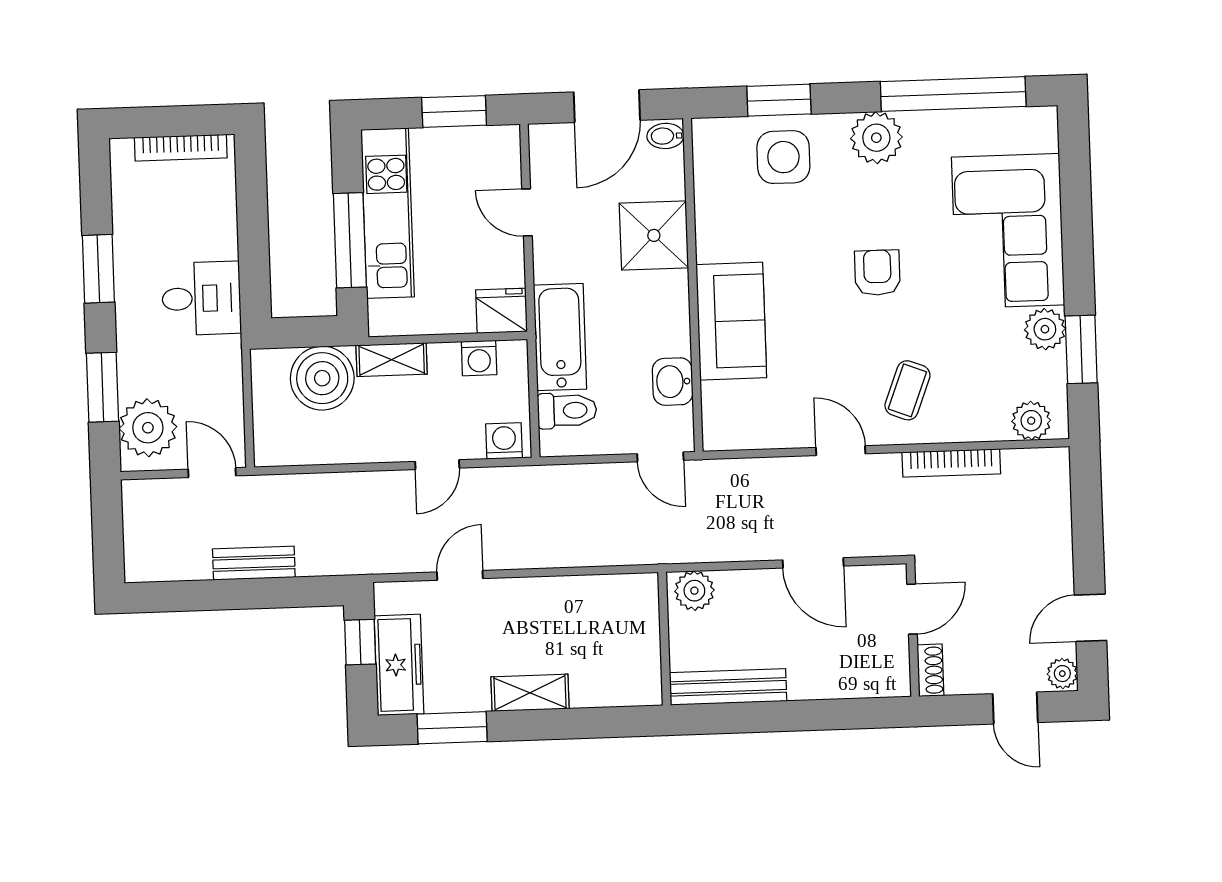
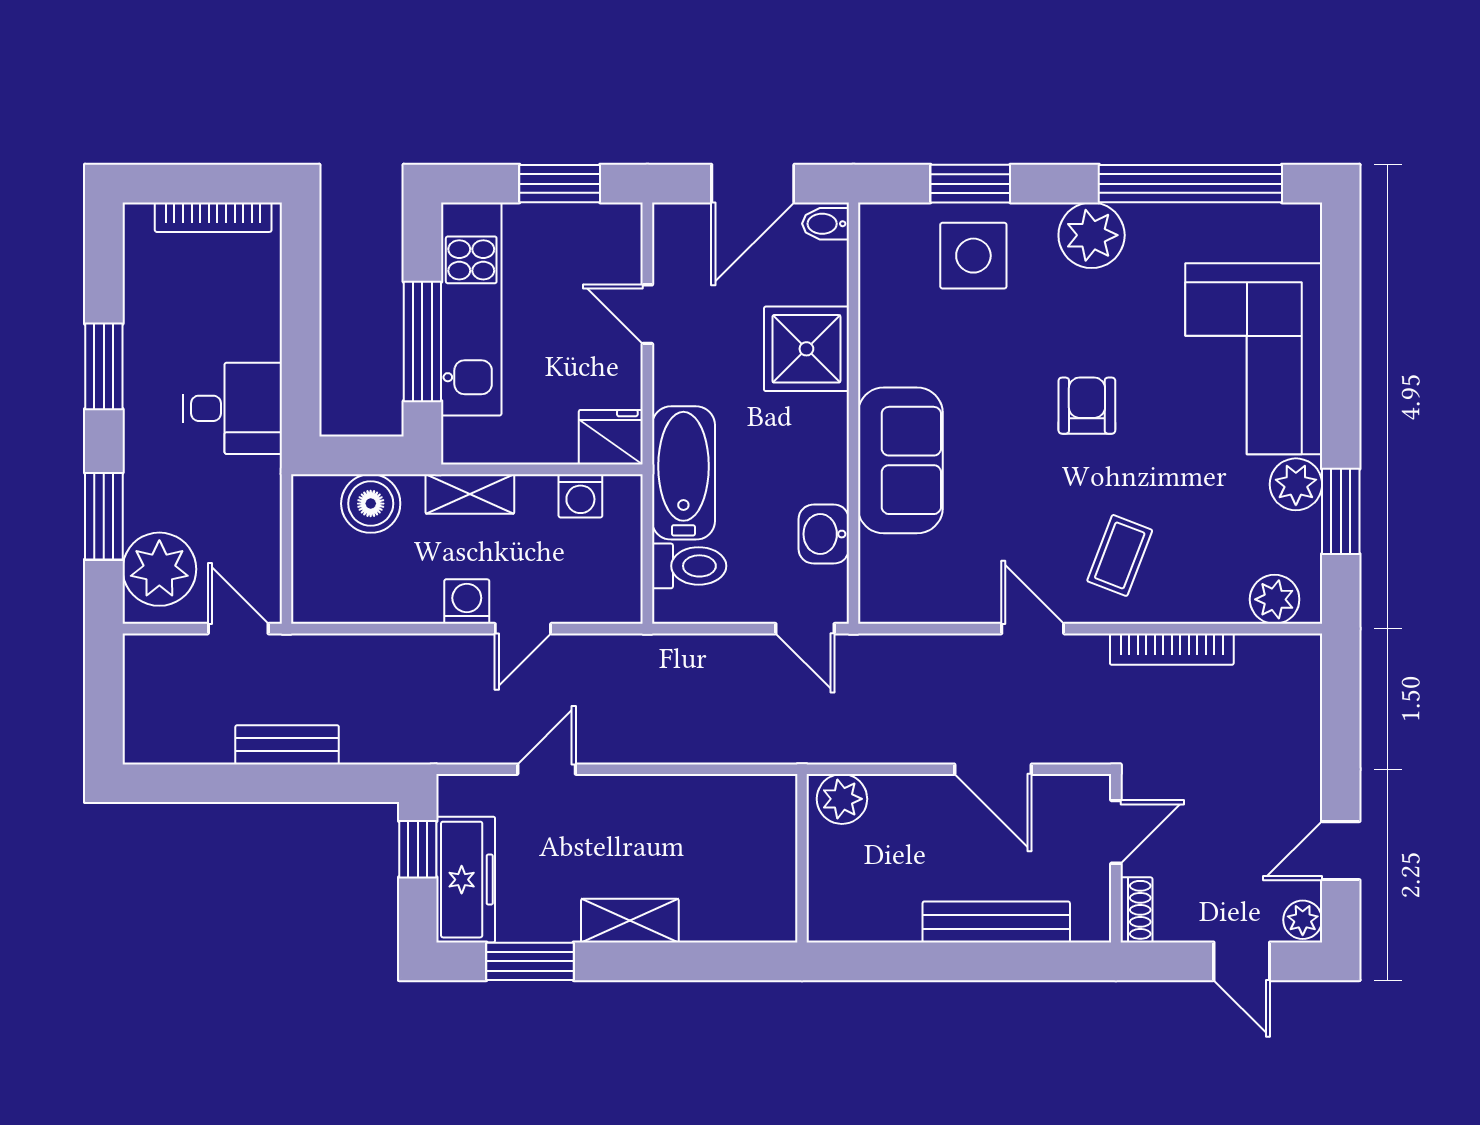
boiler: (322, 378) -> (371, 504), width x0.73, depth x0.73
washing machine: (504, 441) -> (467, 602), moved
bench: (728, 687) -> (996, 922), moved

